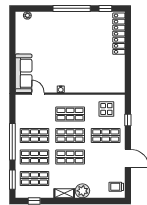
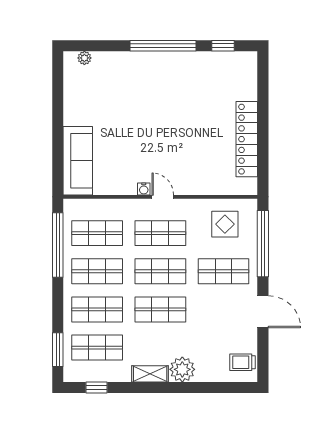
locker: (119, 34) -> (247, 139), moved
door: (38, 94) -> (163, 197), moved
shop shelf: (34, 114) -> (97, 233), added
window: (128, 120) -> (263, 244), width x3.17
window: (12, 142) -> (58, 245), moved

